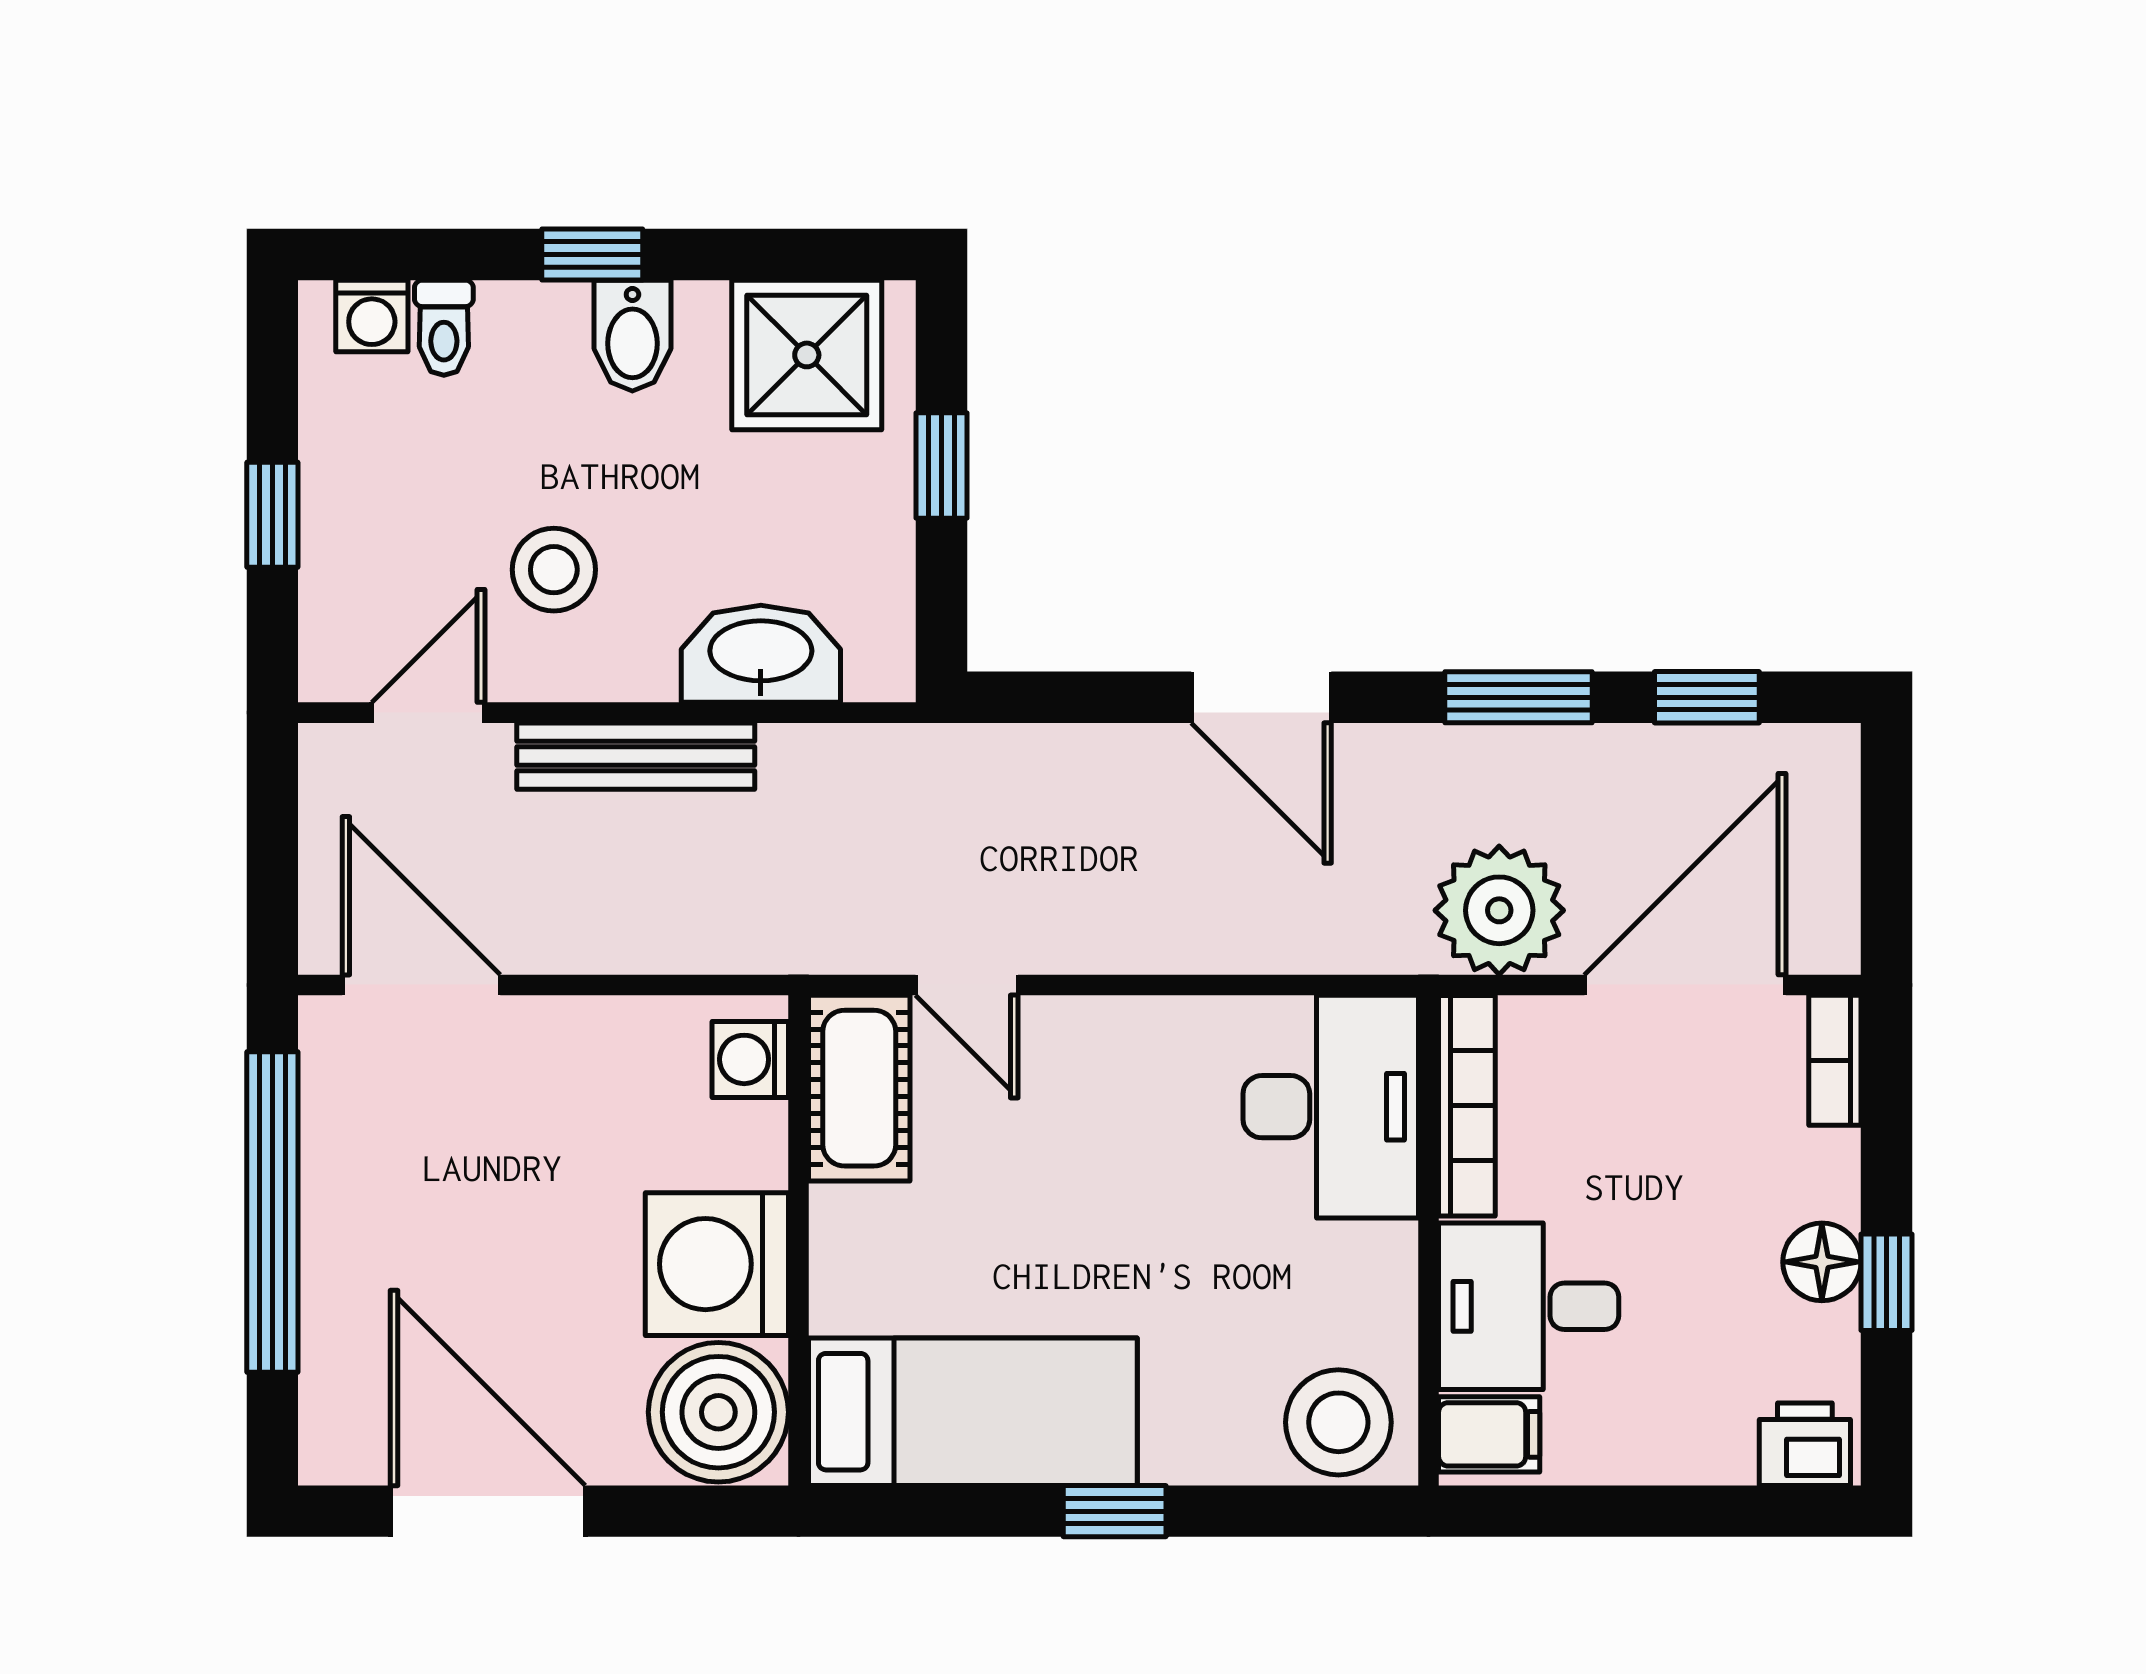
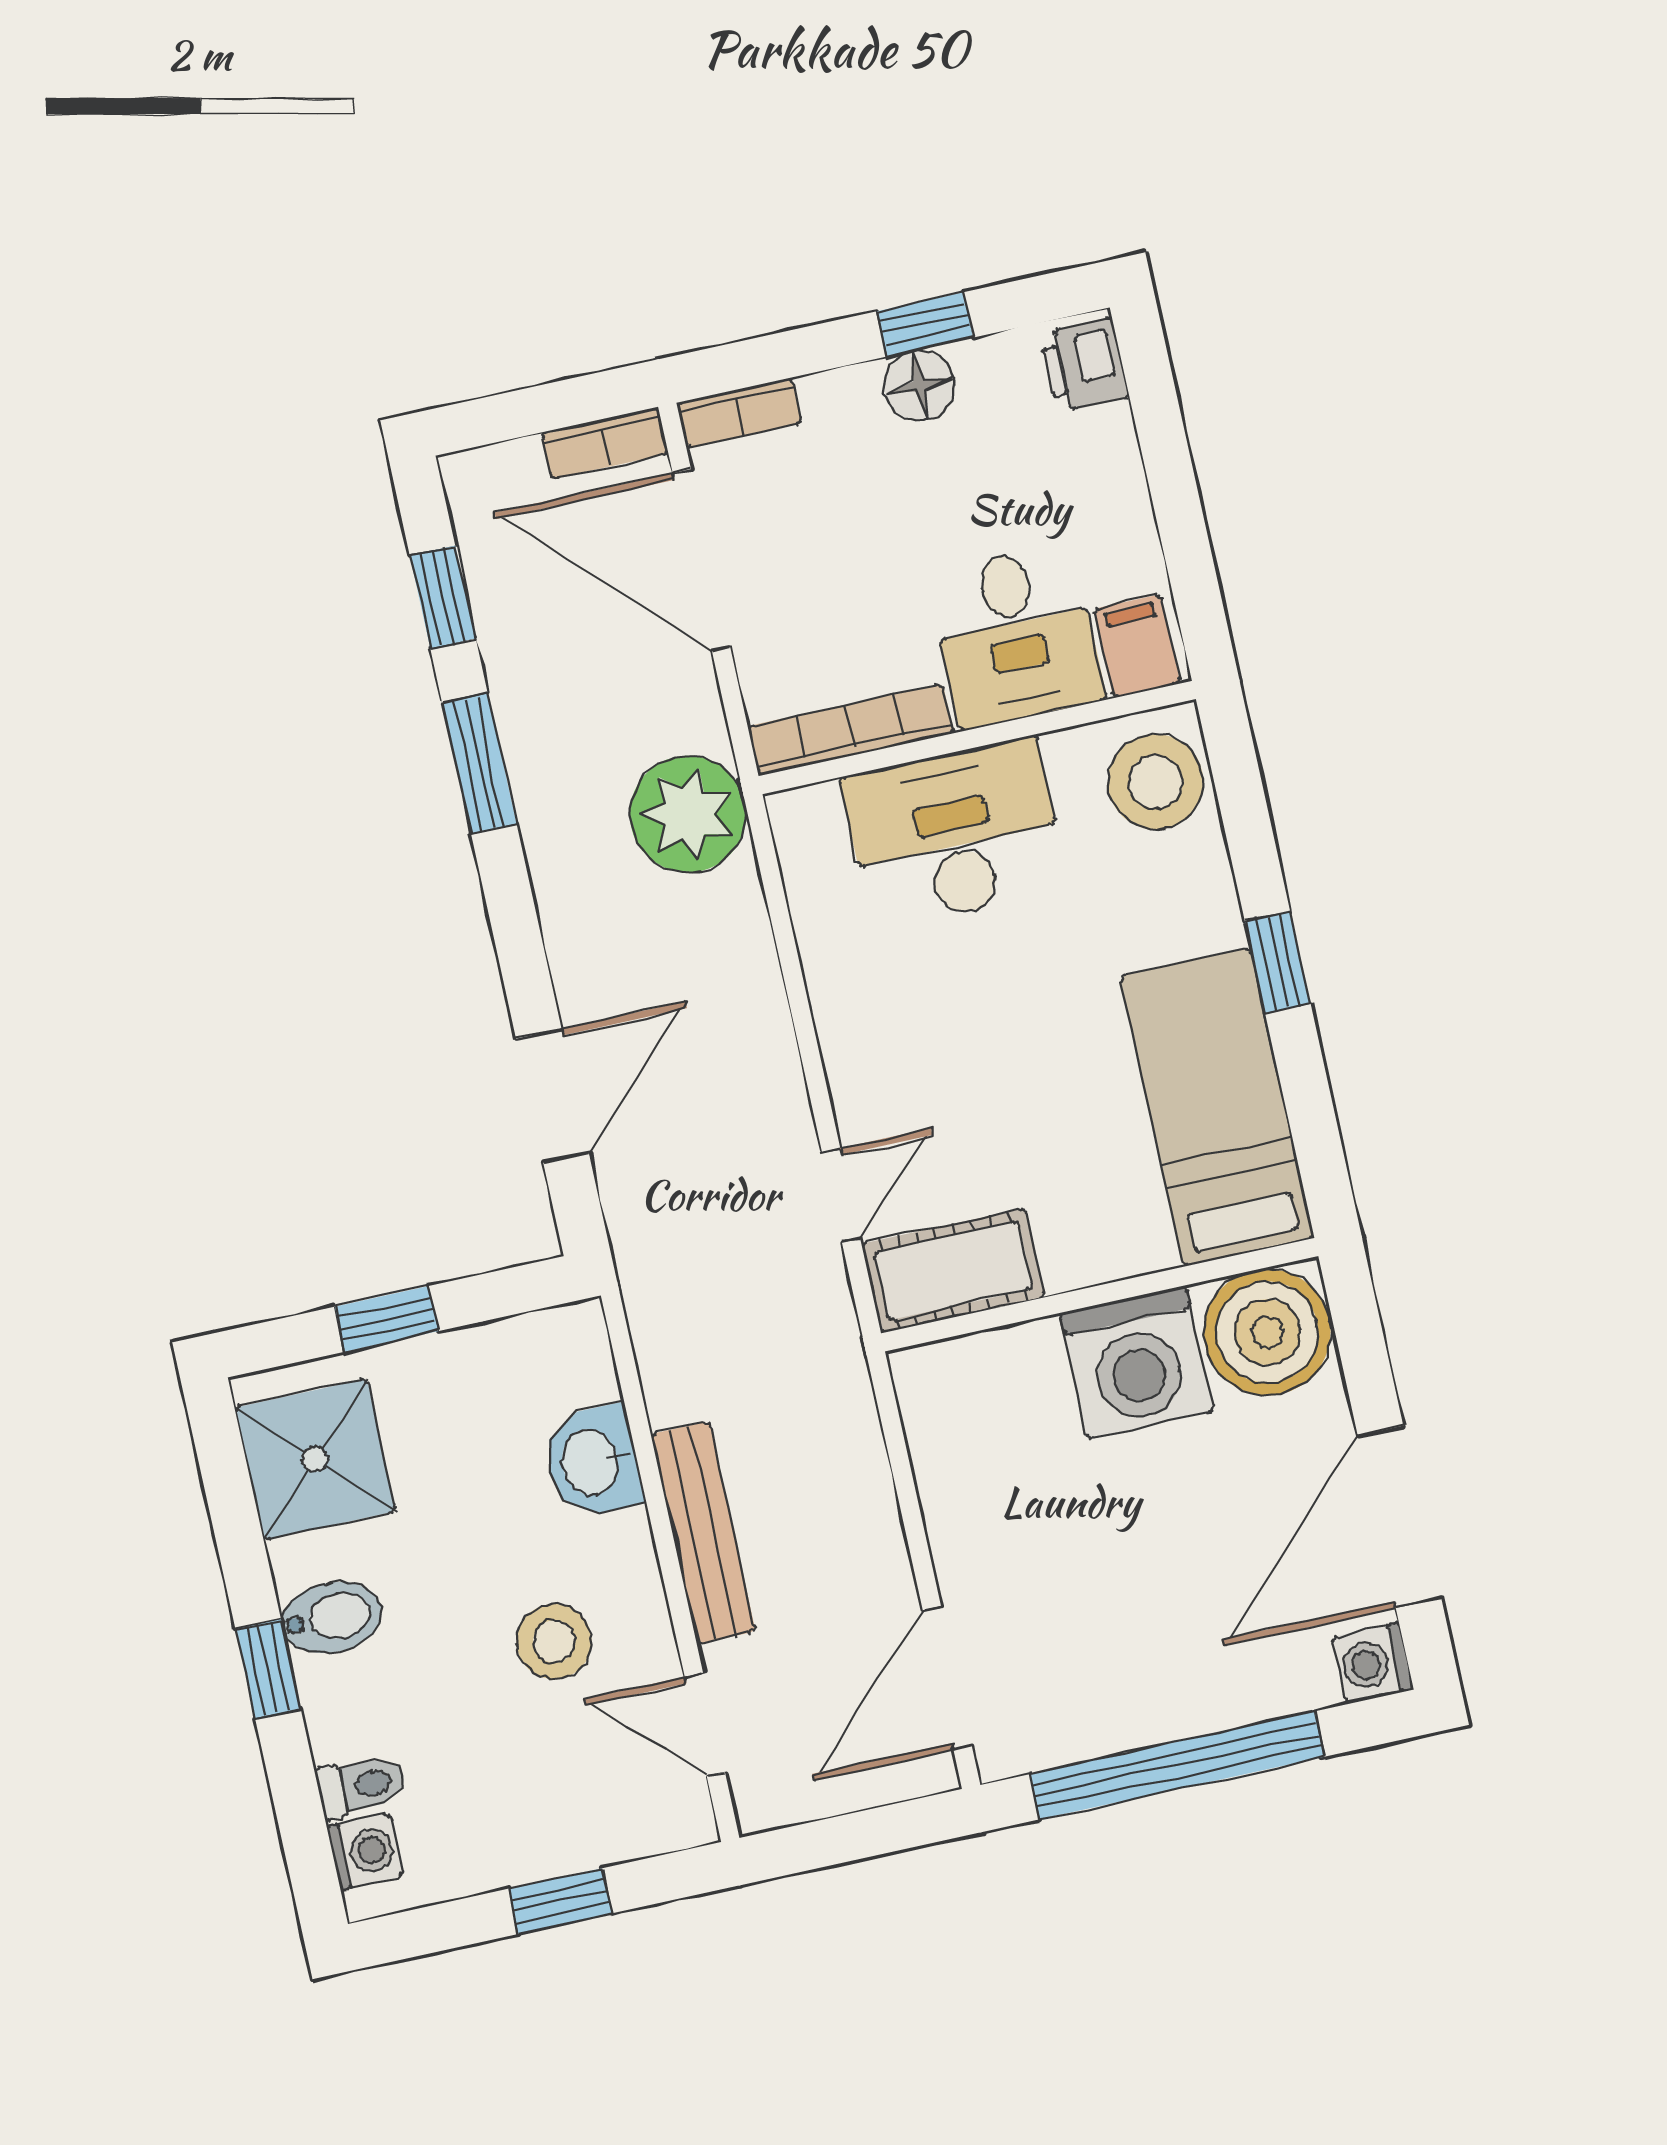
washbasin: (761, 654) -> (592, 1462), width x0.72
door: (1261, 697) -> (552, 1096), moved
bookcase: (1834, 908) -> (605, 443), added
plant: (1499, 910) -> (688, 814), moved
washing machine: (750, 1059) -> (1373, 1663), moved, turned 90
desk: (1331, 1107) -> (954, 833), moved

